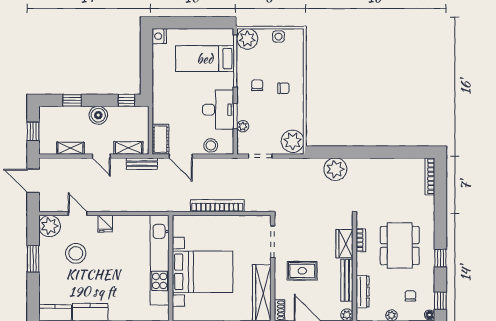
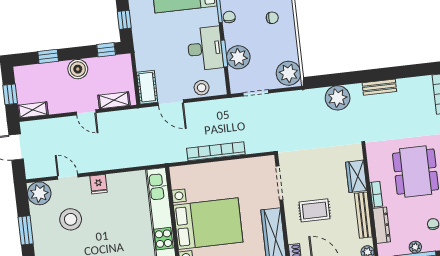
window: (146, 75) -> (124, 20), added
chair: (257, 85) -> (229, 17), moved
plant: (243, 126) -> (238, 57), width x1.87, depth x1.87
shelving: (70, 148) -> (33, 110), moved
bench: (142, 164) -> (379, 87), moved
bookcase: (361, 240) -> (376, 194), moved

